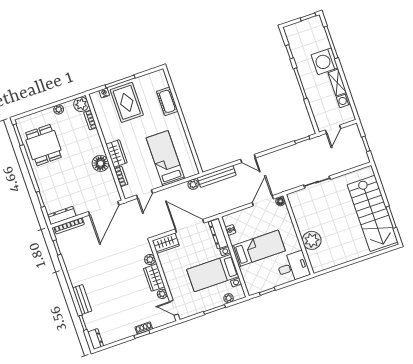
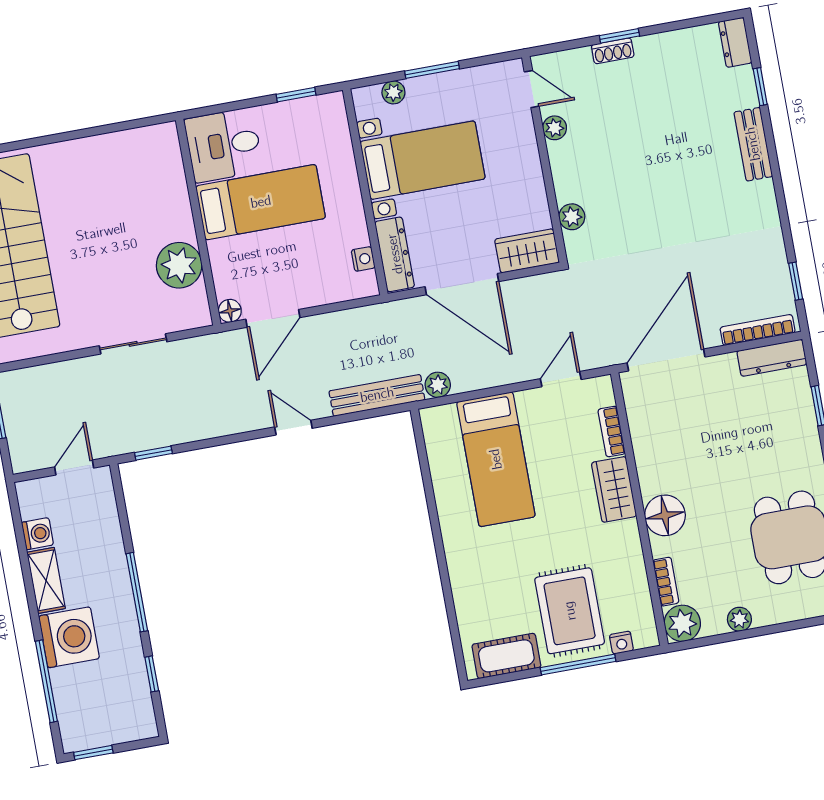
cot: (167, 101) -> (506, 656), moved, turned 90
floor lamp: (101, 163) -> (665, 515), moved
plant: (312, 240) -> (179, 265), moved
bed: (259, 248) -> (261, 202), moved, turned 180
wardrobe: (154, 278) -> (568, 171), removed

